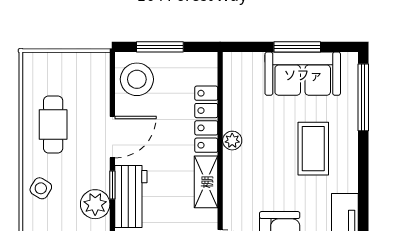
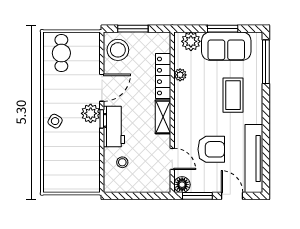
plant: (249, 66) -> (191, 41), added
cafe table: (53, 124) -> (61, 53), moved
plant: (232, 141) -> (180, 75), moved
plant: (95, 204) -> (91, 113), moved

